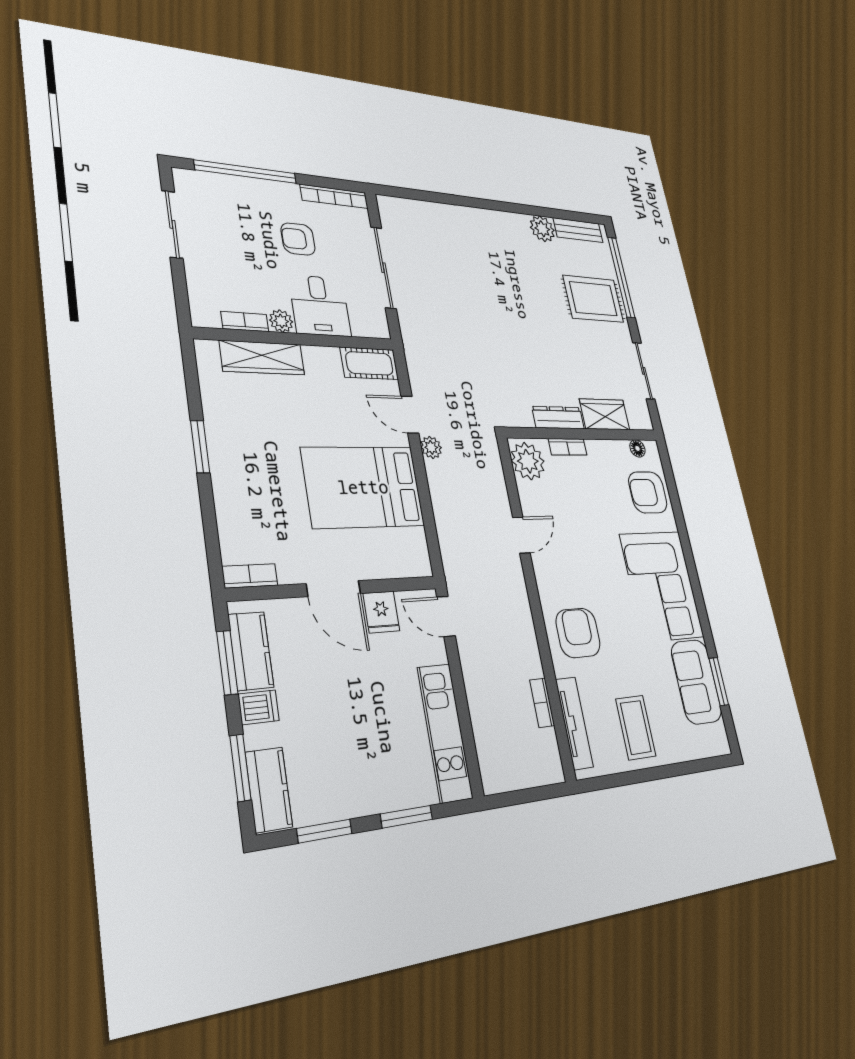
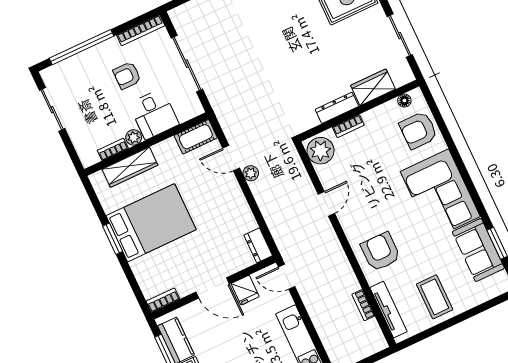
bed: (363, 487) -> (151, 223), moved, turned 180
dresser: (417, 553) -> (258, 245), added

